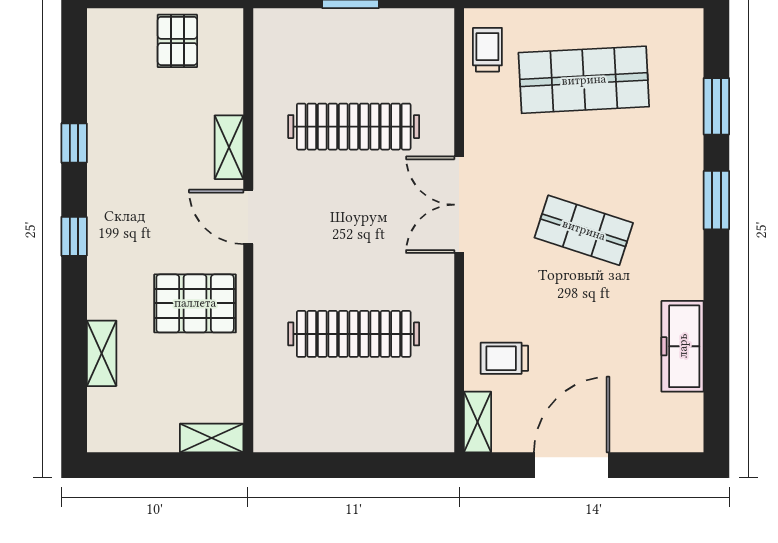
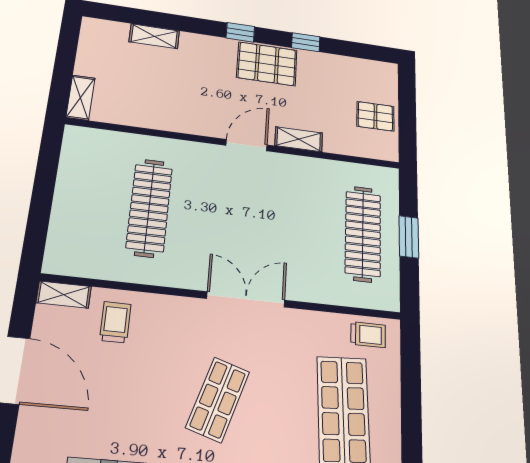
clothes rail: (354, 127) -> (363, 234), moved
pallet: (195, 303) -> (267, 64), moved, turned 90

